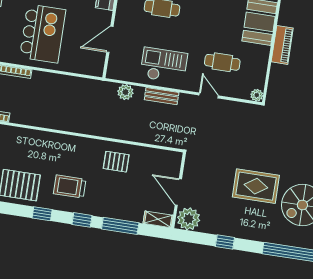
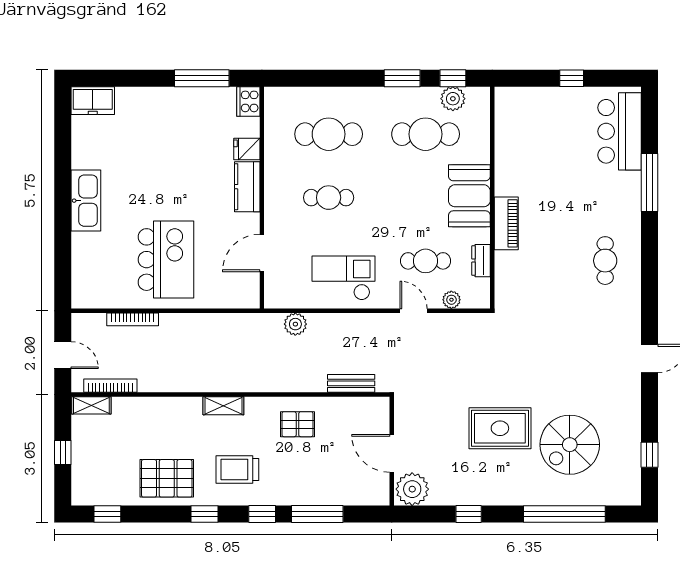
dresser: (261, 68) -> (481, 261), added
plant: (257, 95) -> (451, 300), moved
bench: (162, 96) -> (351, 383), moved
shelving: (158, 219) -> (223, 406), moved

